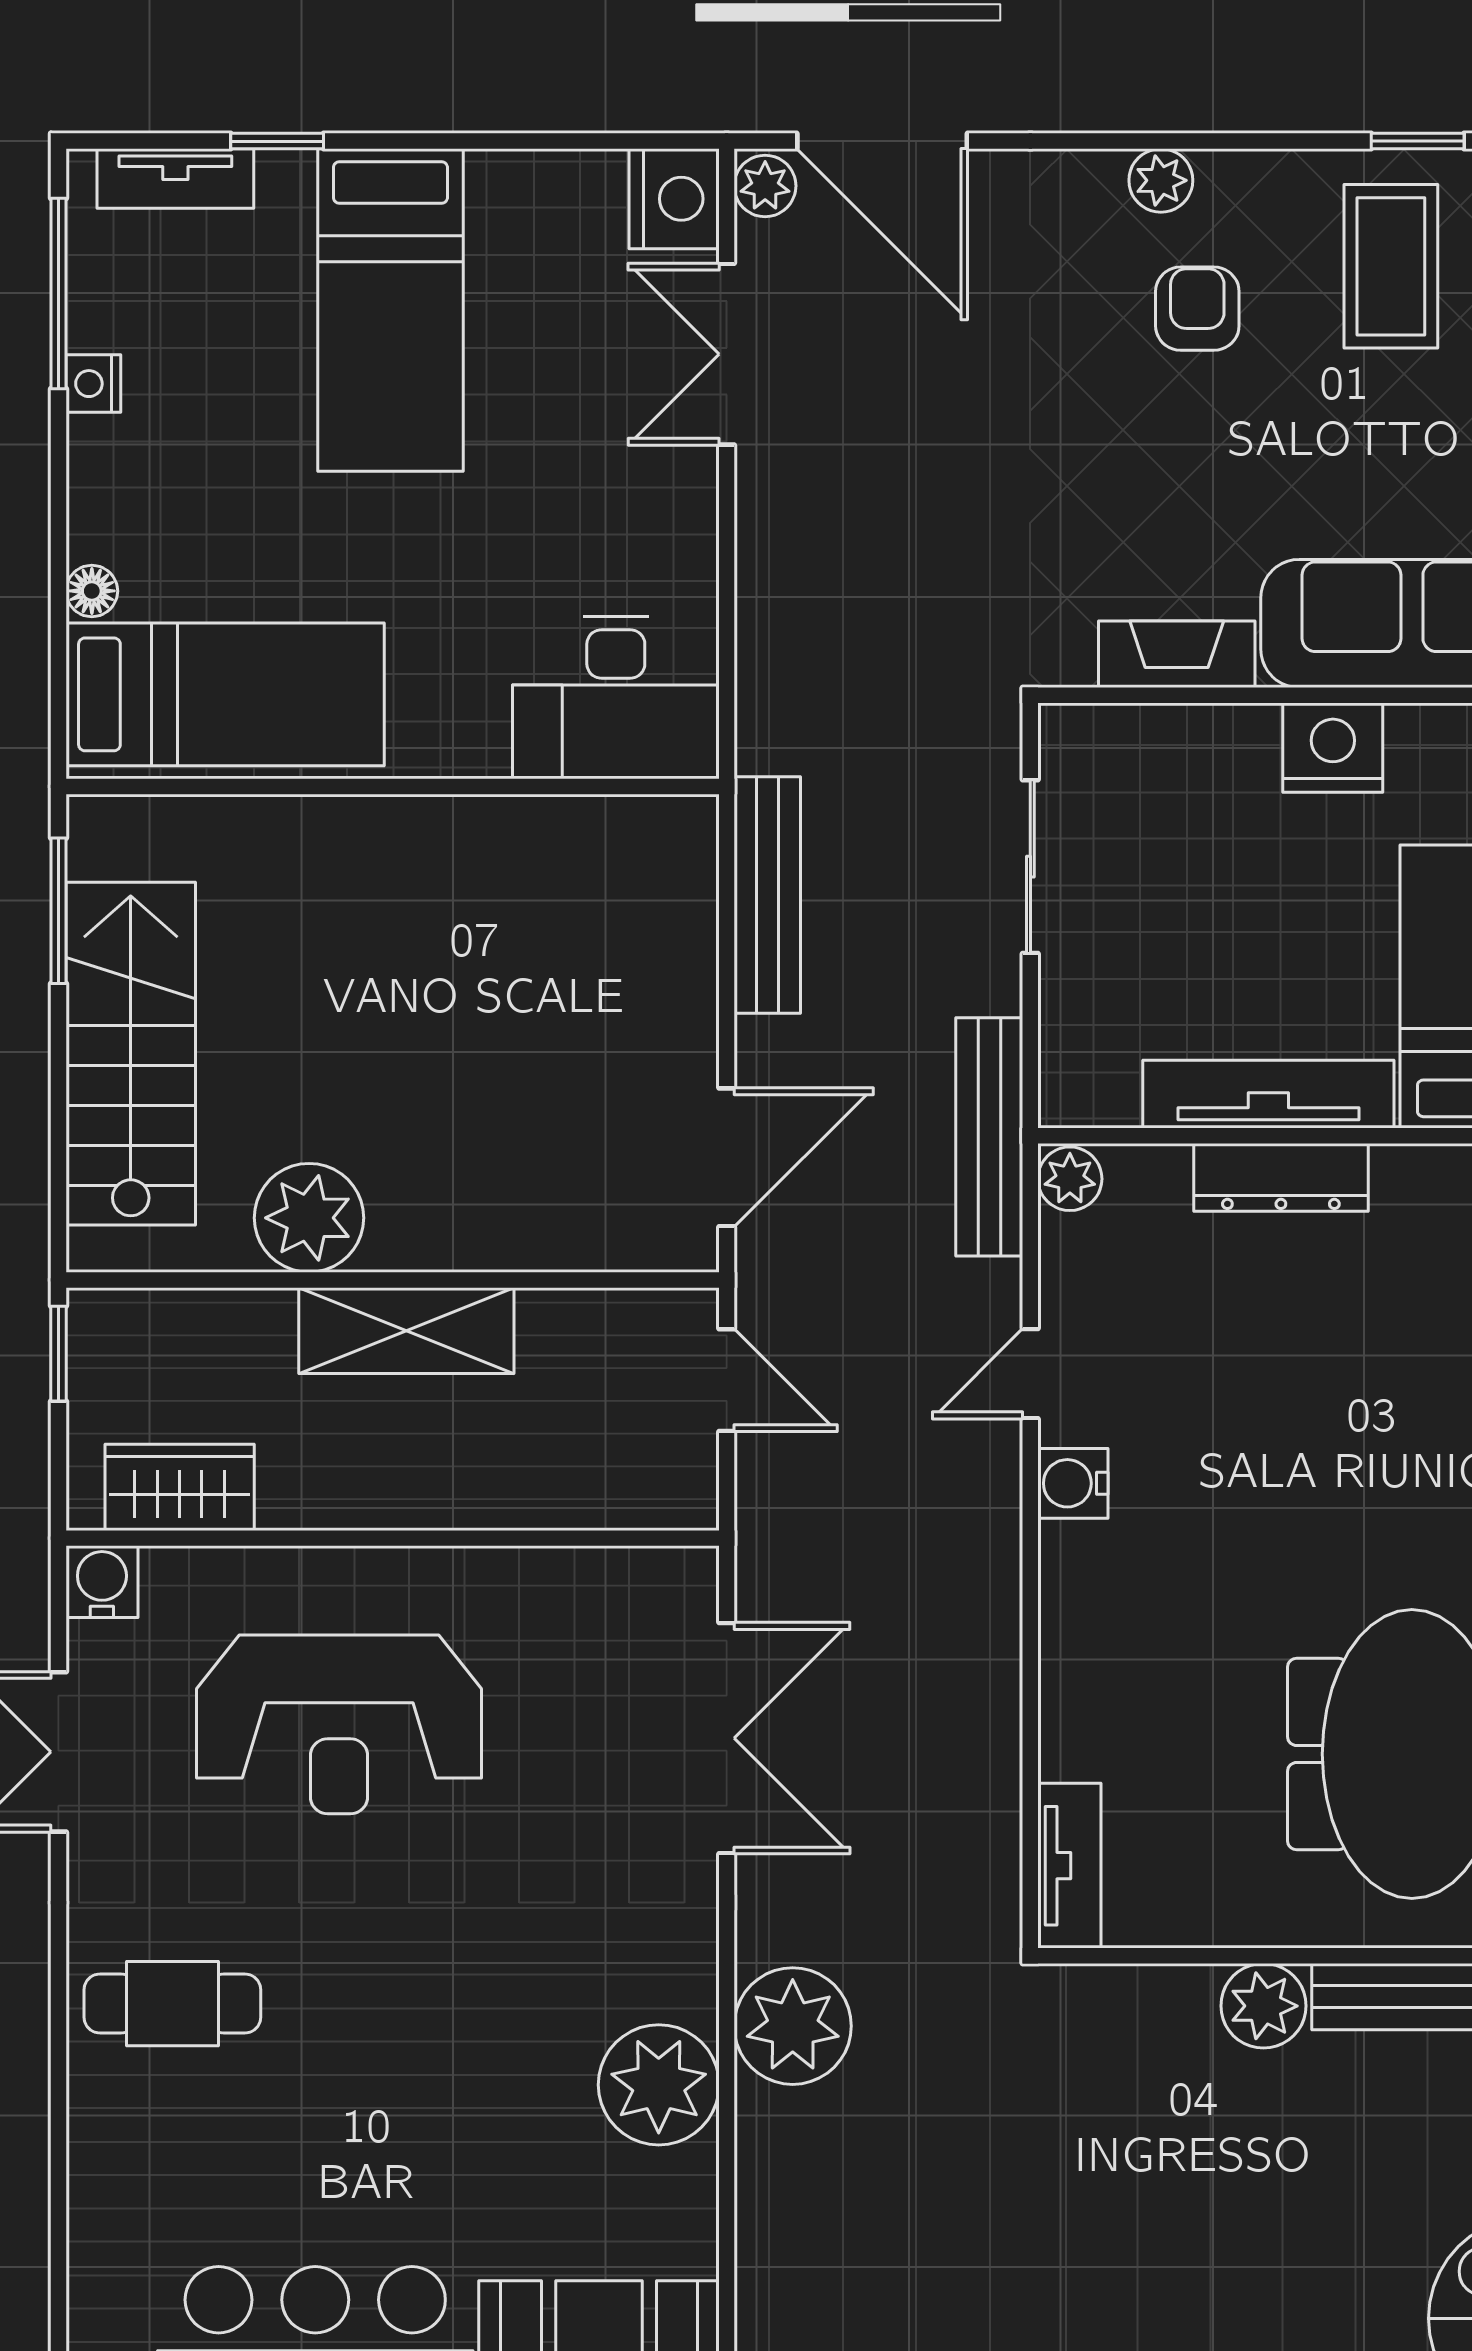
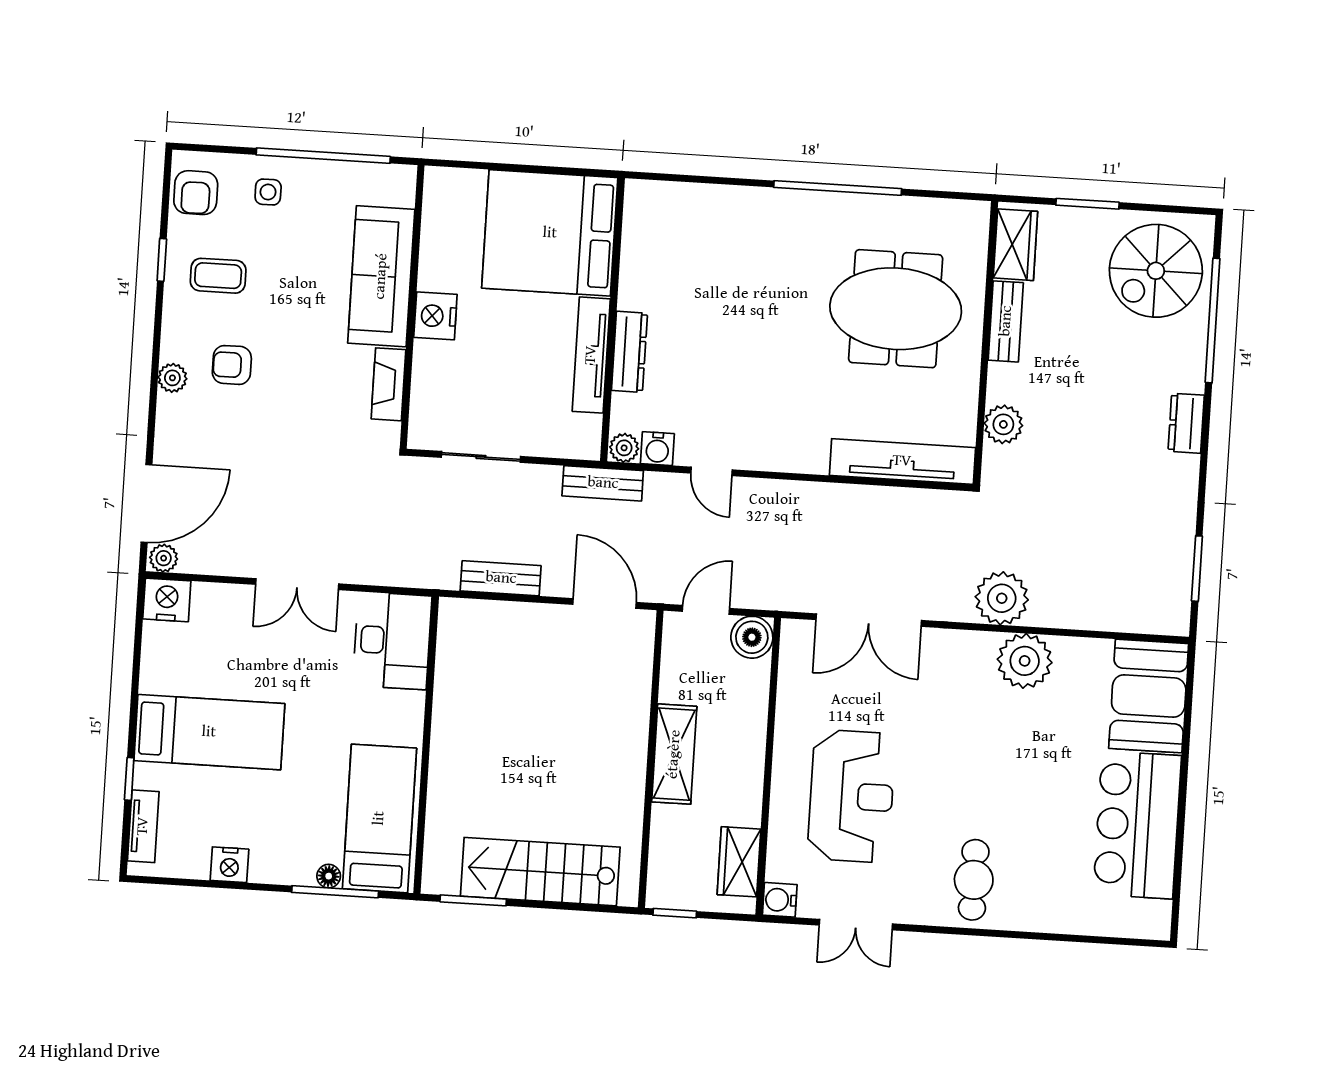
coffee table: (1391, 266) -> (218, 276), width x0.73, depth x0.77
window: (58, 293) -> (335, 892), moved
double door: (727, 354) -> (297, 584), moved
nightstand: (93, 384) -> (229, 865), width x1.39, depth x1.35
bench: (767, 895) -> (501, 578), width x0.73
bench: (989, 1137) -> (603, 483), width x0.73
plant: (309, 1218) -> (620, 795), removed
water cooler: (1073, 1483) -> (657, 449), moved
boiler: (673, 1485) -> (752, 637), added
double door: (727, 1738) -> (869, 620), swing flipped
tv unit: (1069, 1866) -> (902, 461), width x1.92, depth x1.29
plant: (1263, 2006) -> (1003, 424), moved

